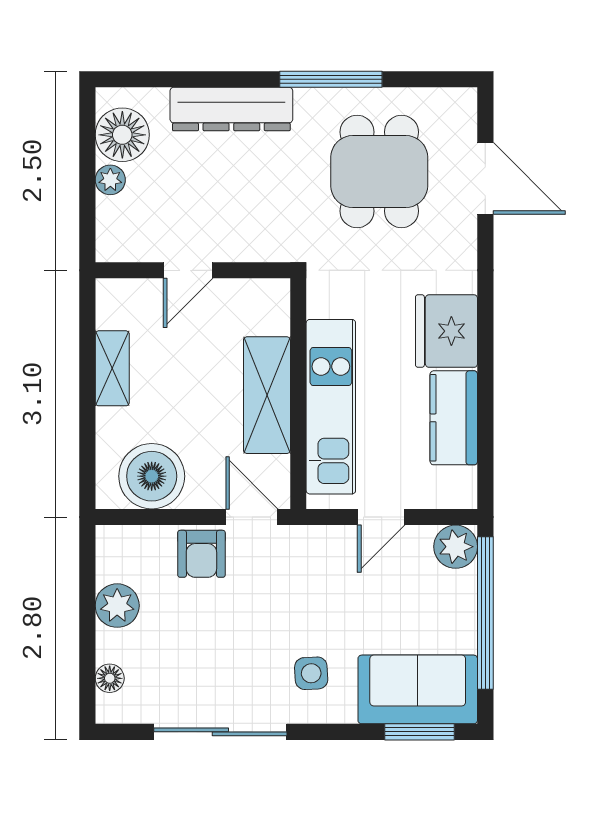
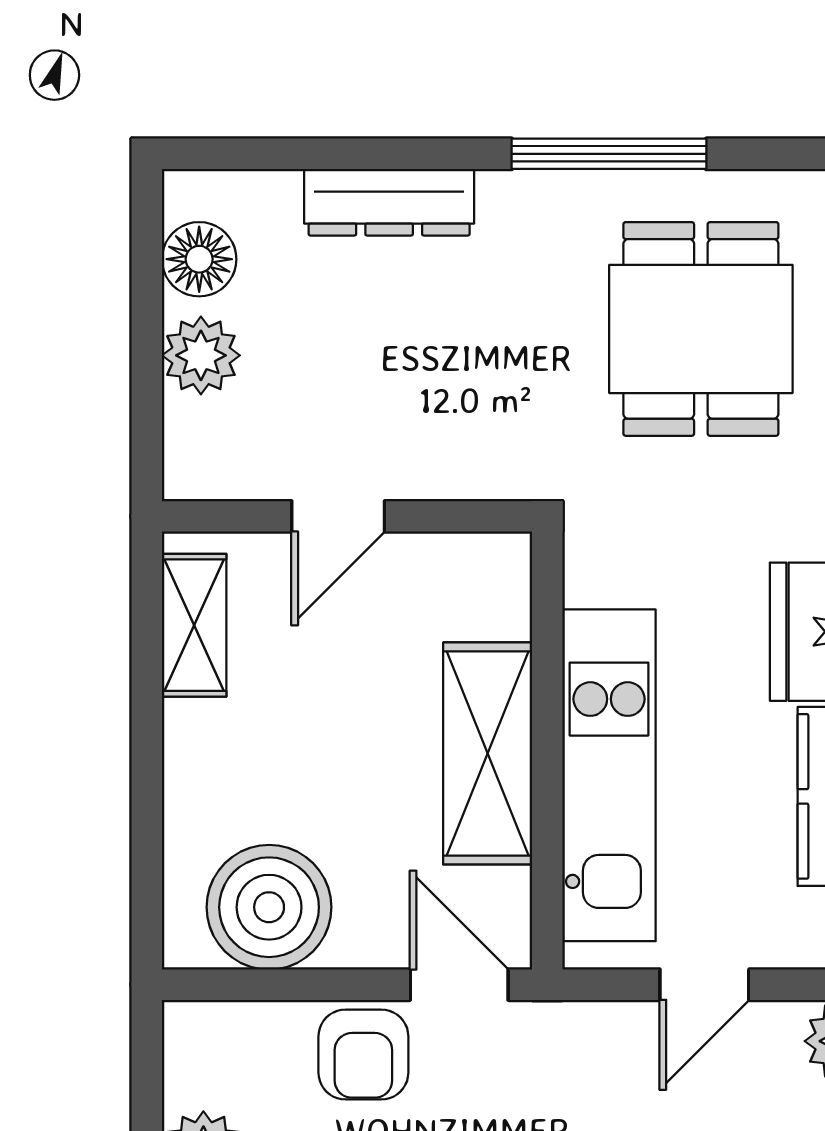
dresser: (231, 109) -> (389, 202), width x0.73, depth x0.80
floor lamp: (122, 135) -> (199, 259), width x0.73, depth x0.73
plant: (110, 180) -> (201, 355), width x1.38, depth x1.38
shelving: (112, 368) -> (194, 625), moved

